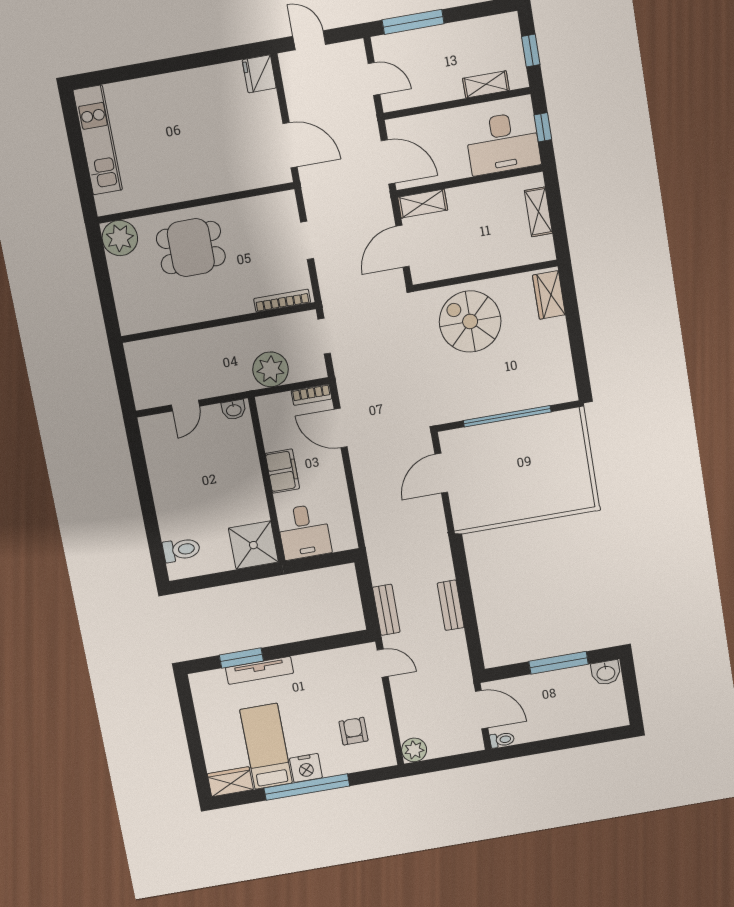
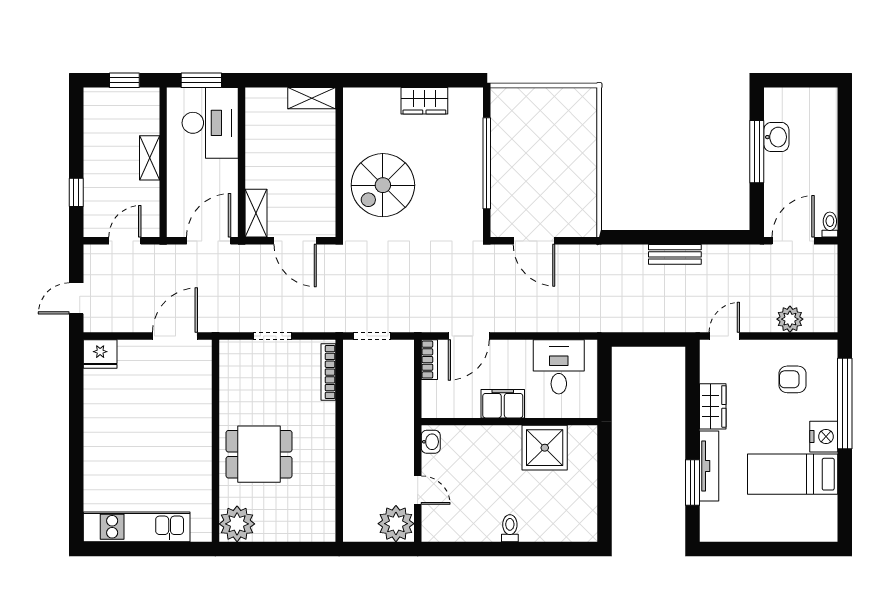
window: (413, 22) -> (76, 192), width x0.46
shelving: (486, 84) -> (150, 158), moved
window: (543, 127) -> (201, 80), width x1.50
shelving: (538, 212) -> (312, 98), moved
dining table: (191, 248) -> (259, 454), turned 90
wardrobe: (549, 295) -> (424, 101), moved
plant: (271, 369) -> (396, 524), moved
desk: (304, 532) -> (559, 367), moved, turned -90
shower: (253, 545) -> (545, 448), moved
toilet: (181, 550) -> (510, 528), moved, width x0.73, depth x0.72
bench: (386, 610) -> (668, 322), removed
washbasin: (606, 673) -> (776, 137), moved
plant: (414, 750) -> (790, 319), moved
wardrobe: (230, 782) -> (713, 406), moved, turned 180
window: (307, 787) -> (845, 404), moved

